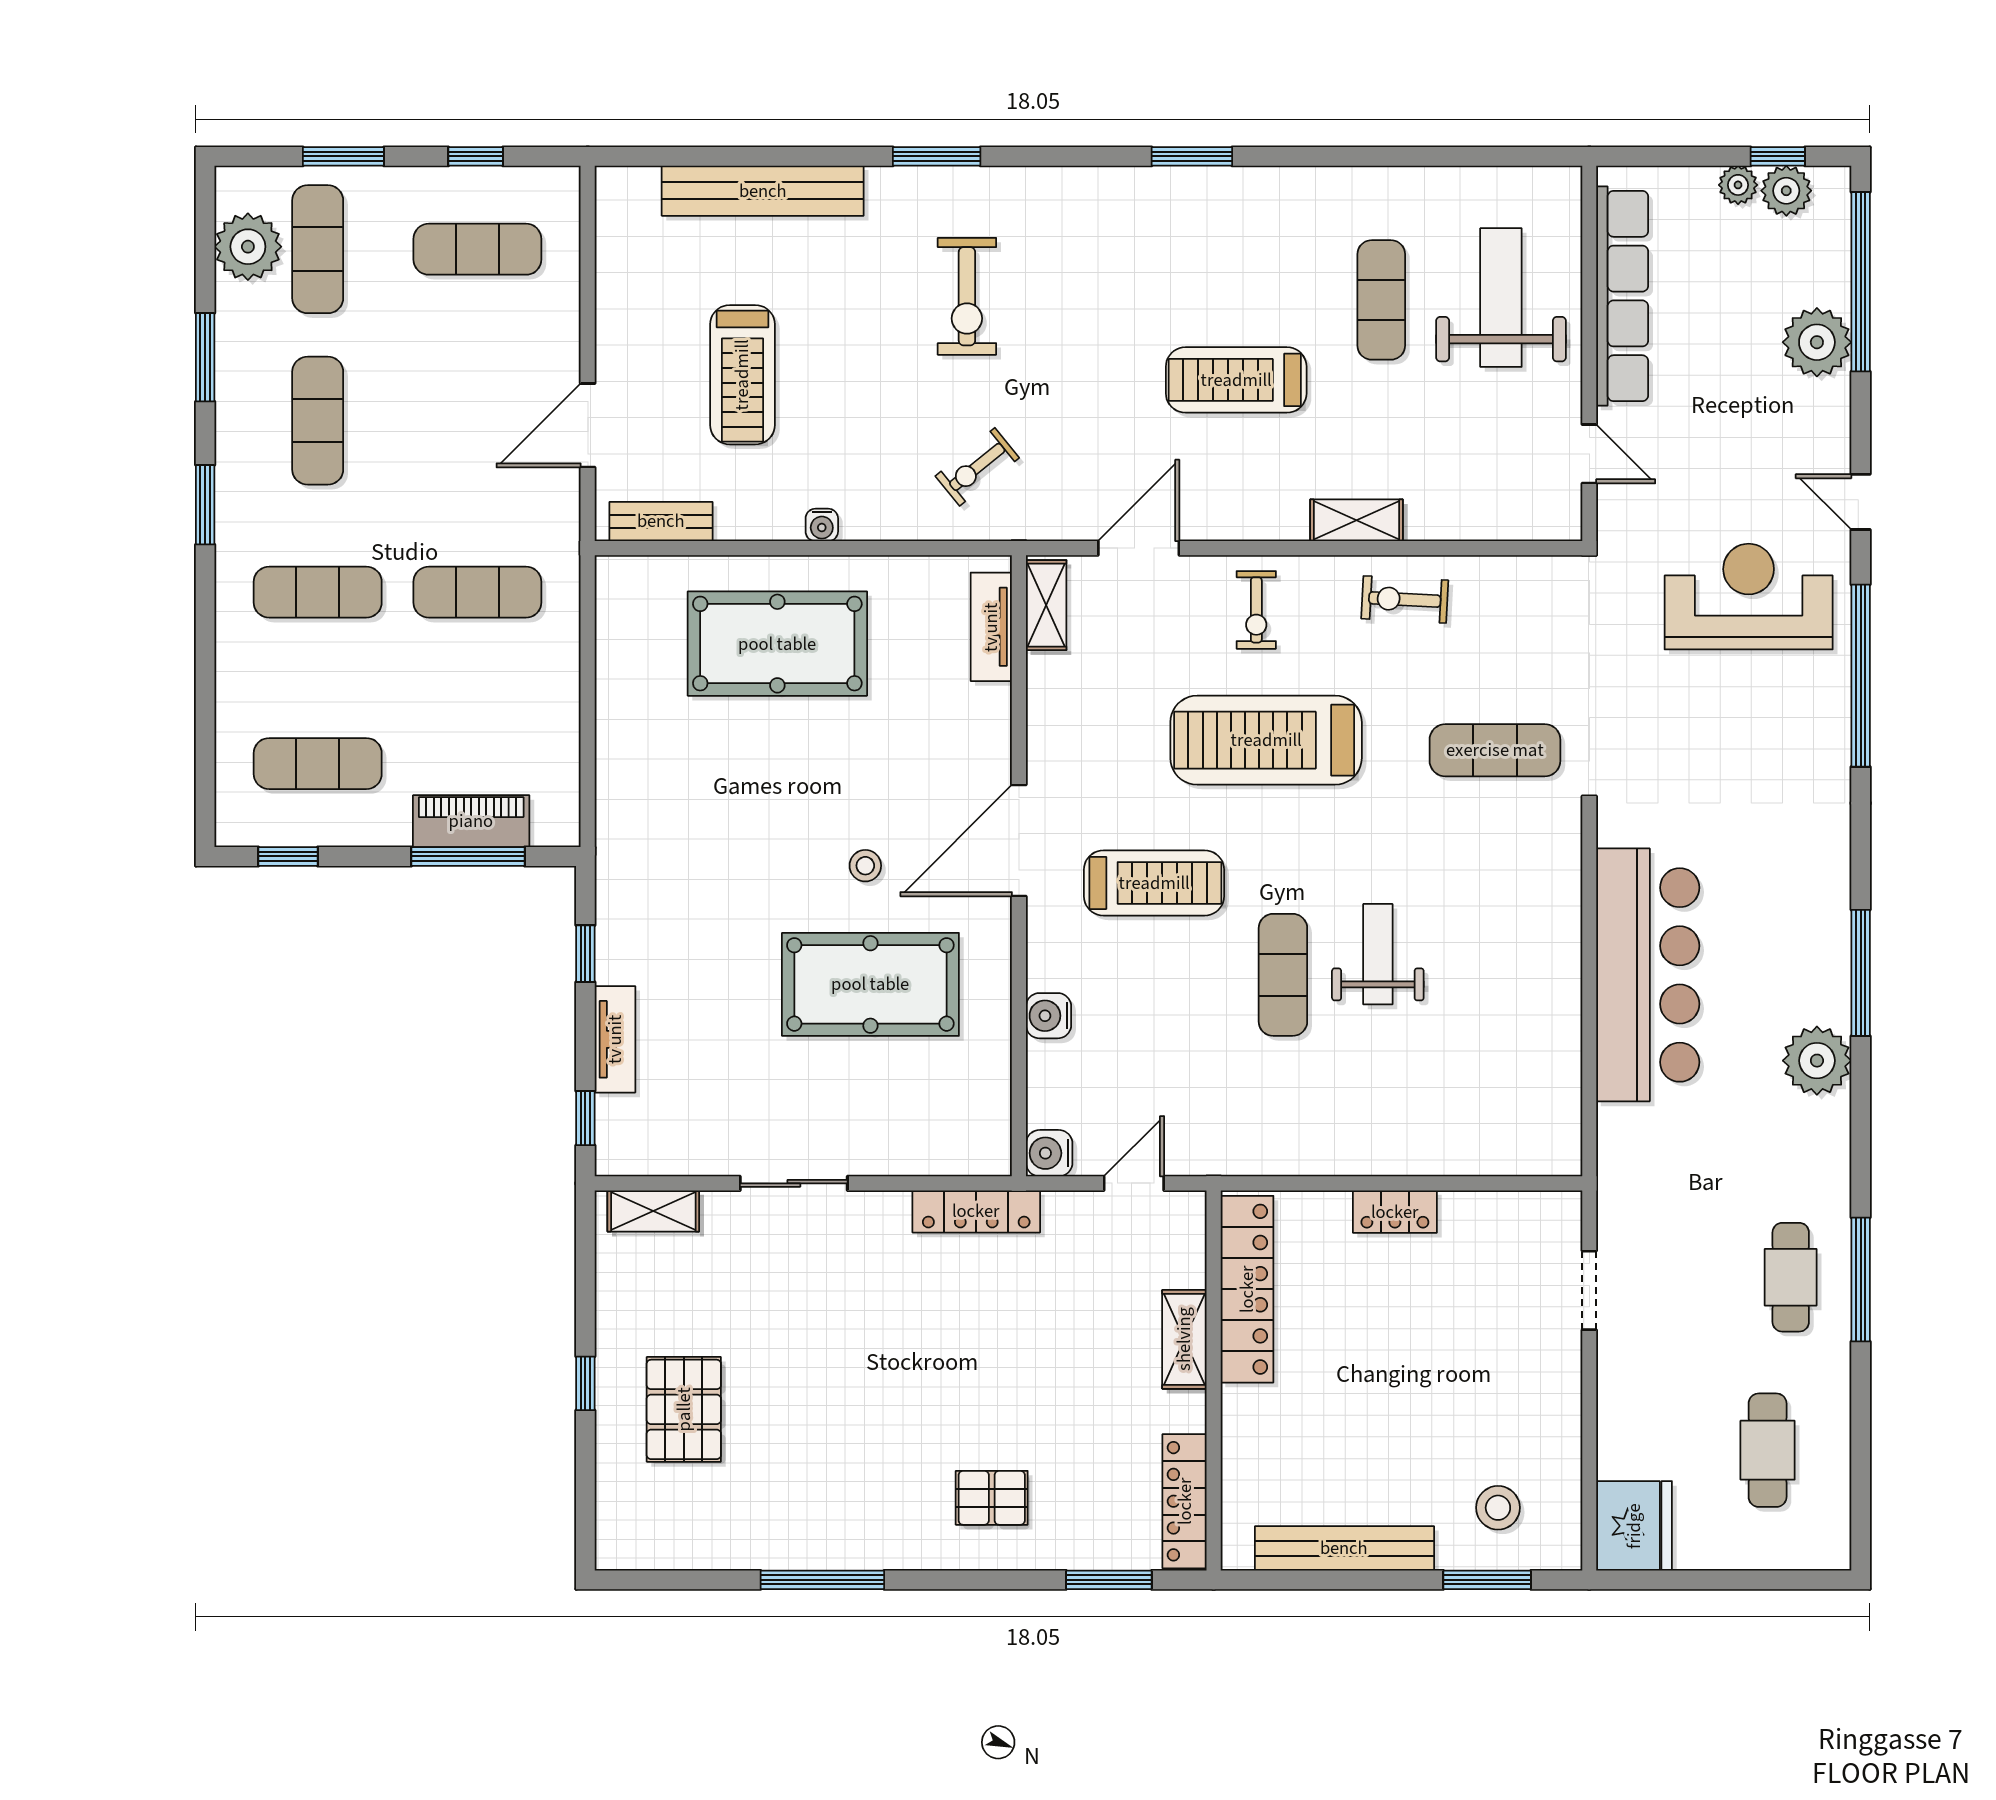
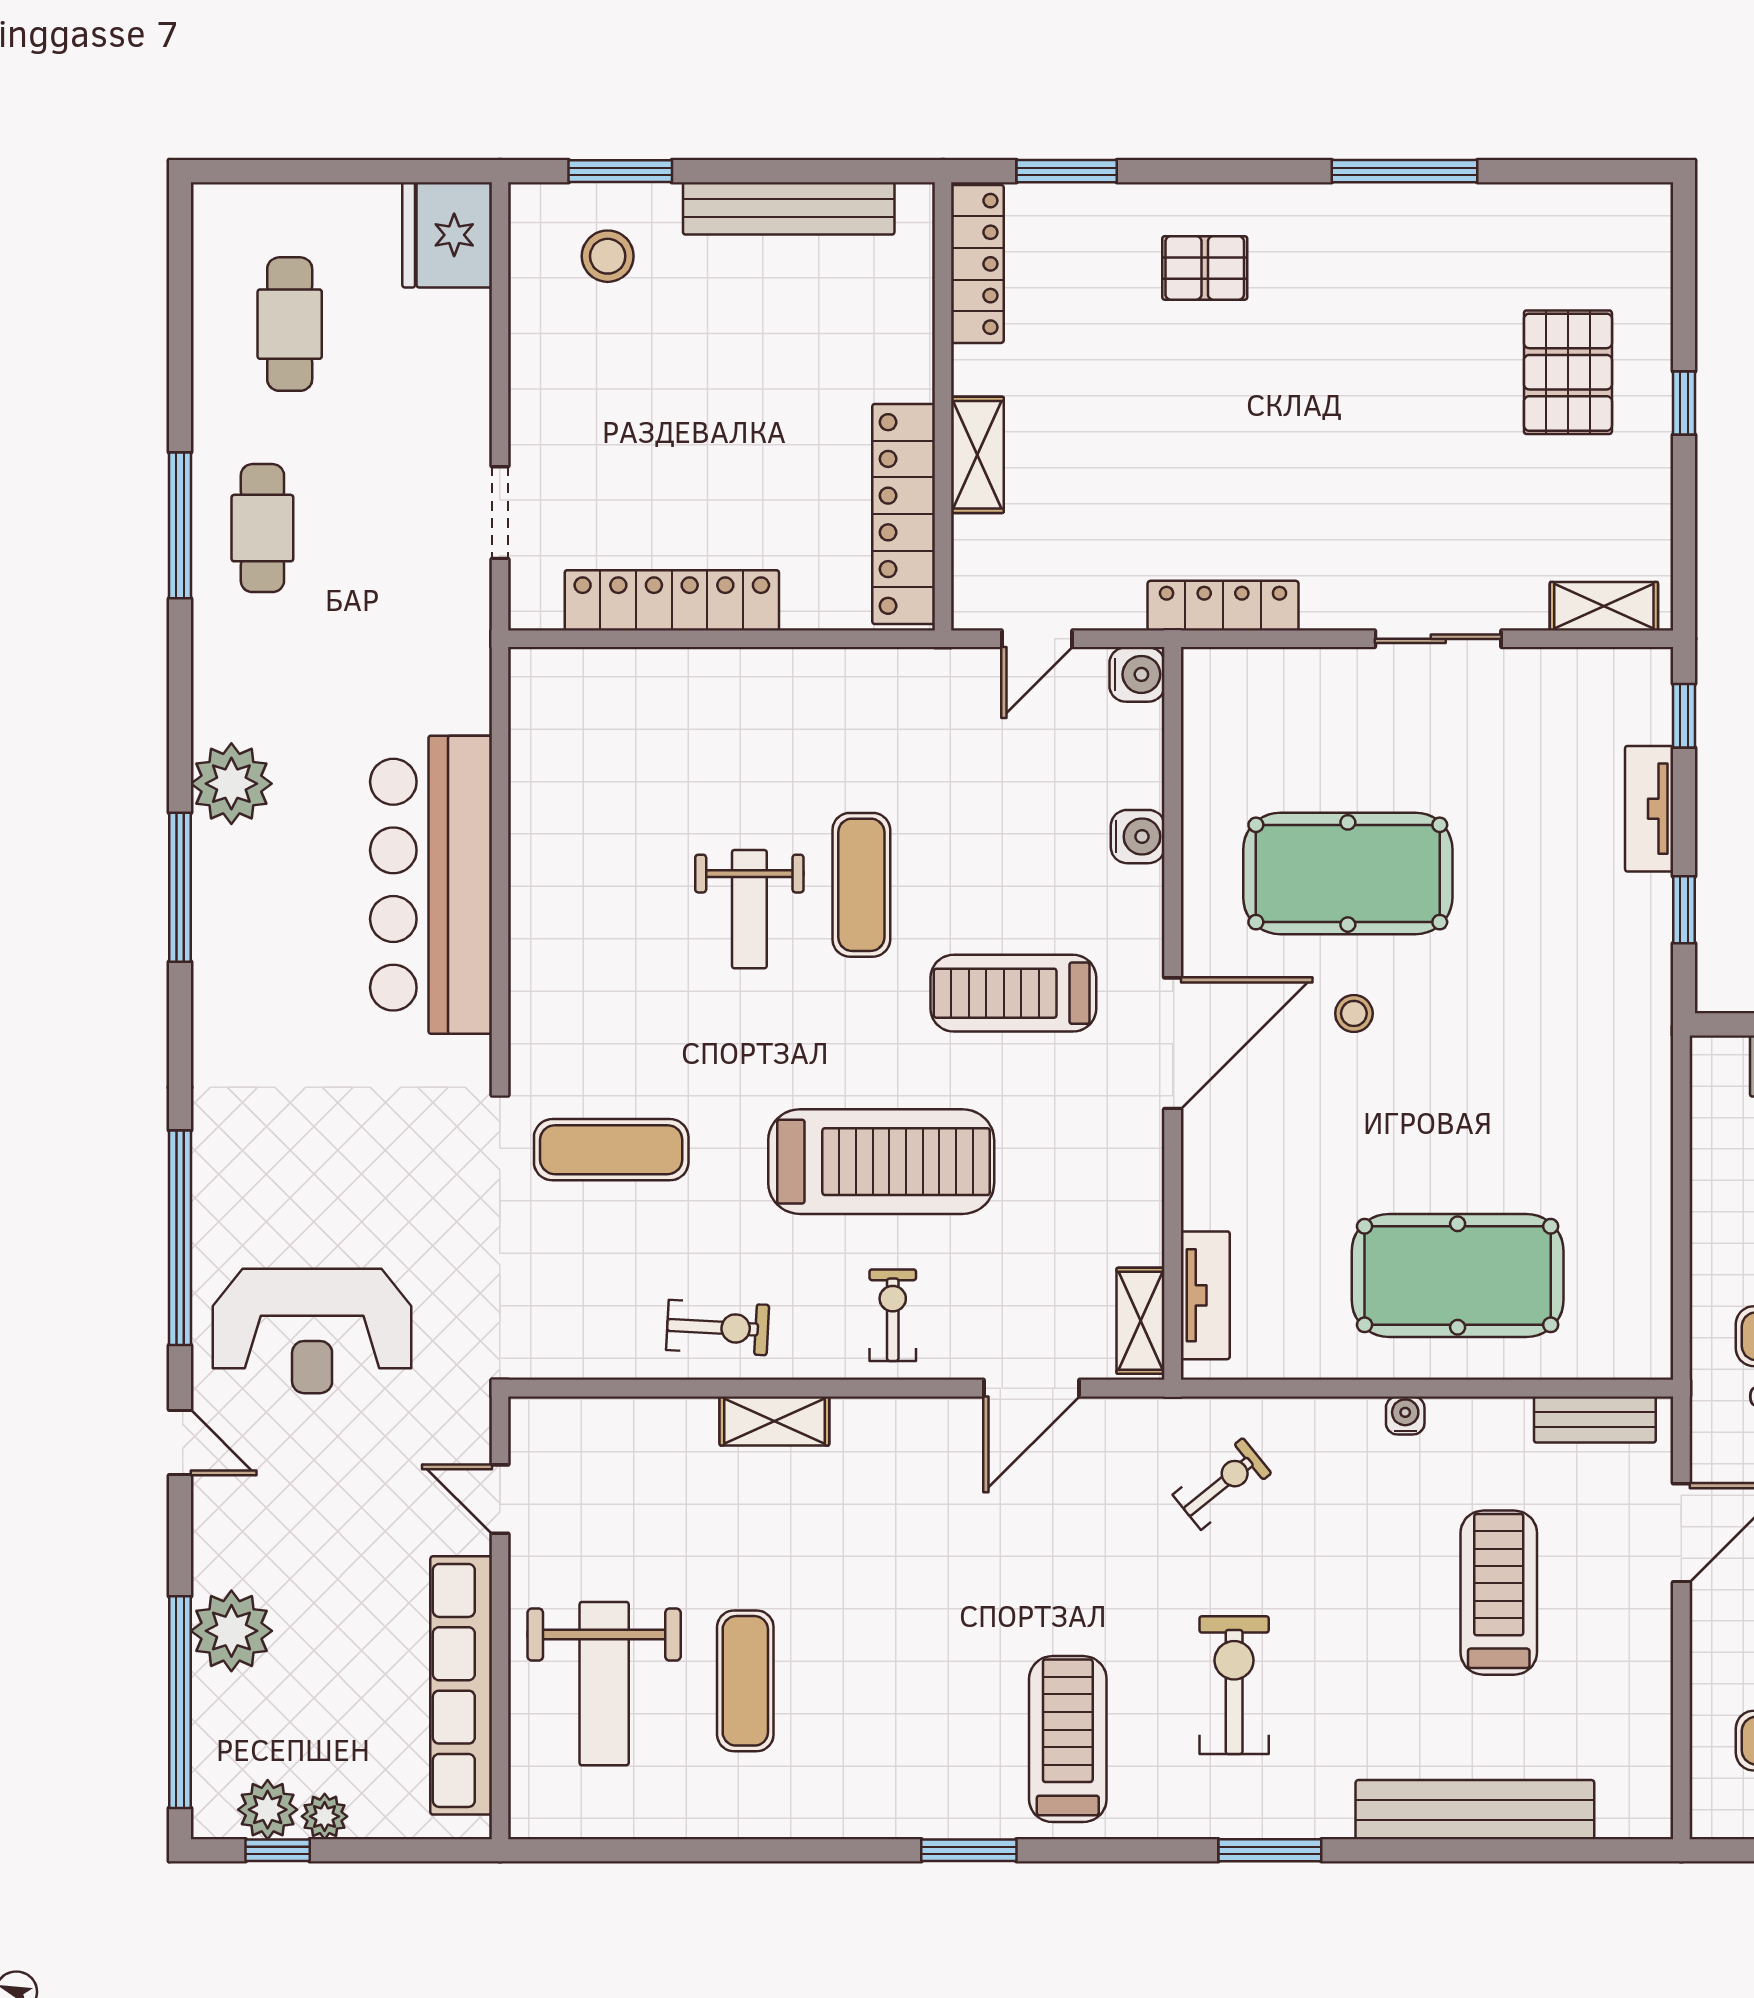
treadmill: (1236, 380) -> (1068, 1739), moved, turned -90
locker: (1395, 1212) -> (672, 600), width x2.16, depth x1.21

